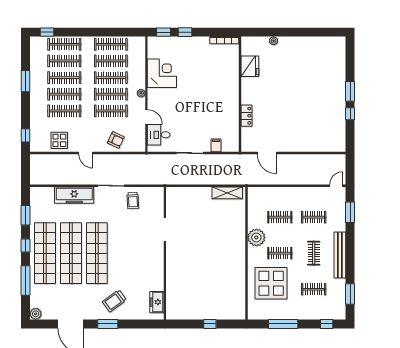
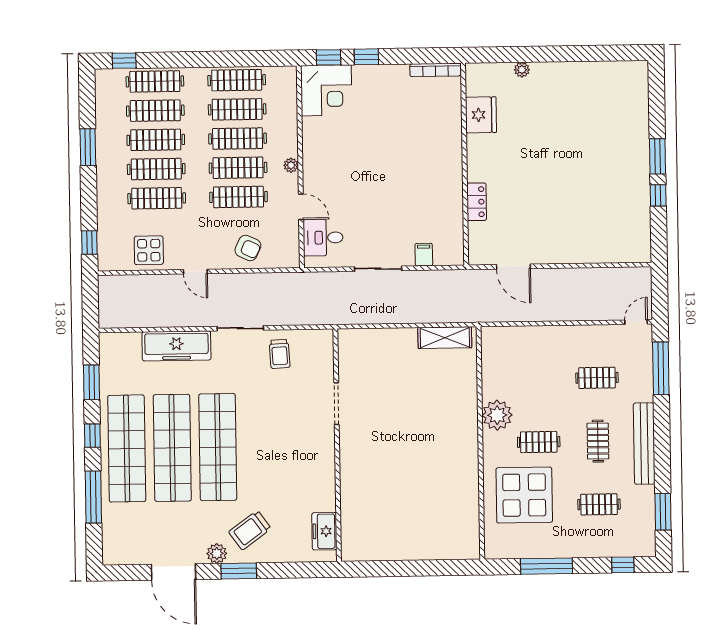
corner desk: (162, 73) -> (326, 90), moved, turned 90
window: (350, 212) -> (661, 368), width x1.44
clothes rail: (280, 217) -> (538, 379), removed
plant: (36, 314) -> (217, 553), moved
window: (210, 324) -> (418, 568), removed

